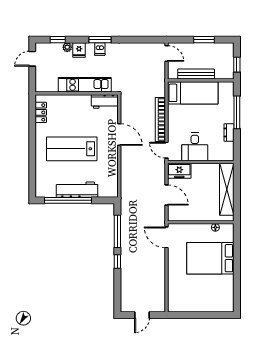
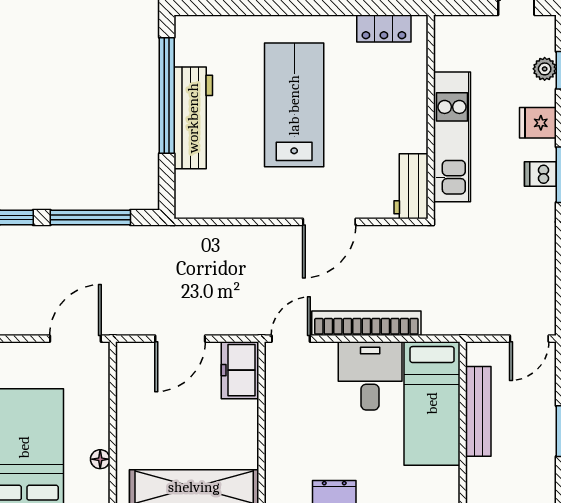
plant: (67, 47) -> (545, 69), moved
desk: (195, 147) -> (370, 376), moved, turned 90

